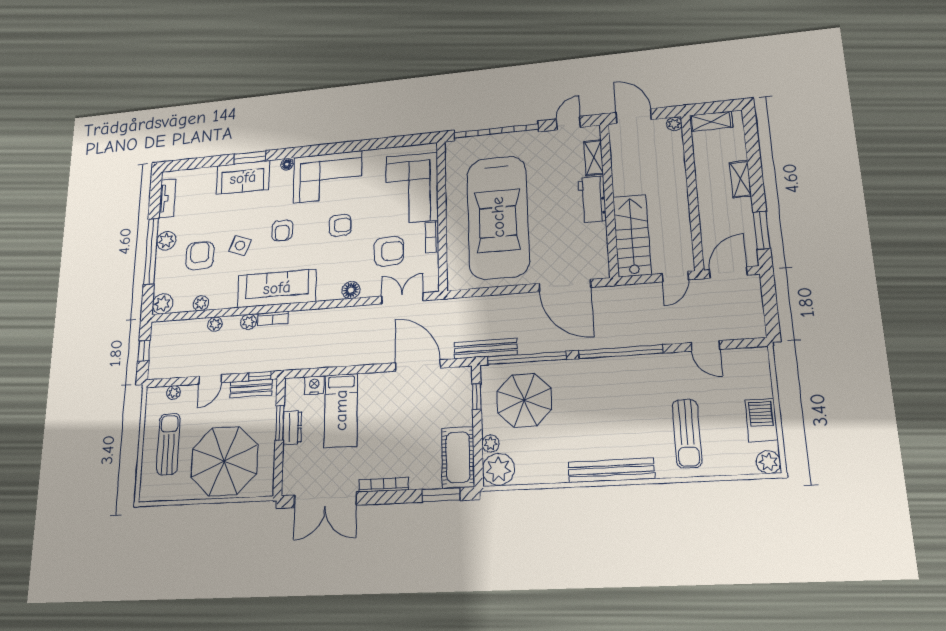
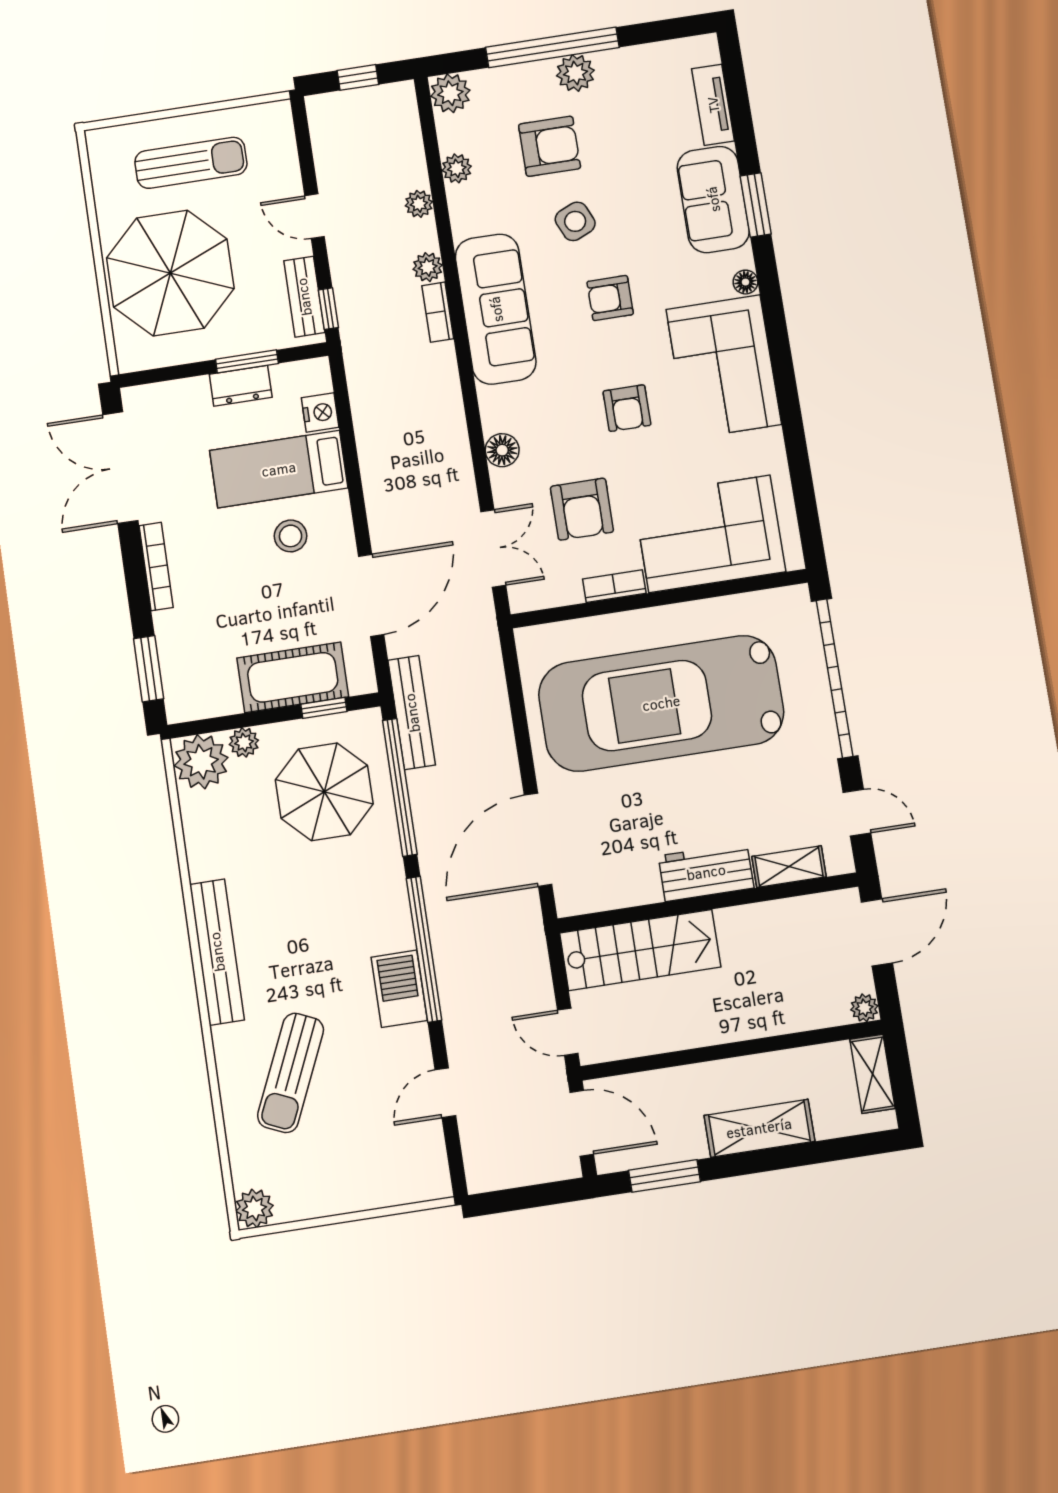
shelving: (741, 179) -> (759, 1128), width x1.50, depth x1.33
tv unit: (167, 198) -> (713, 105), moved, turned 90
side table: (240, 245) -> (575, 221), turned 45
plant: (174, 393) -> (285, 152), removed
stool: (379, 407) -> (291, 536), added
barbecue: (761, 420) -> (399, 989), moved, turned -90
sun lounger: (687, 434) -> (291, 1073), turned -66
cot: (458, 457) -> (293, 677), moved

